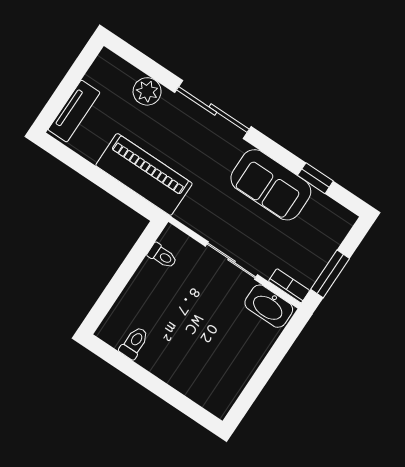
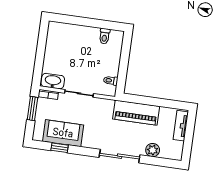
sofa: (271, 185) -> (63, 133), moved

